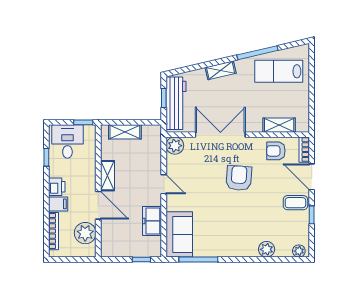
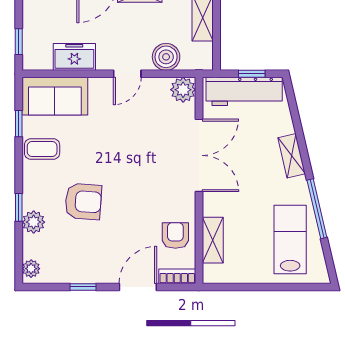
boiler: (152, 157) -> (166, 57), added
armchair: (239, 178) -> (83, 201), moved
coffee table: (295, 203) -> (42, 149), moved, turned 90
window: (198, 260) -> (19, 124), width x0.46
window: (256, 260) -> (19, 207), added

